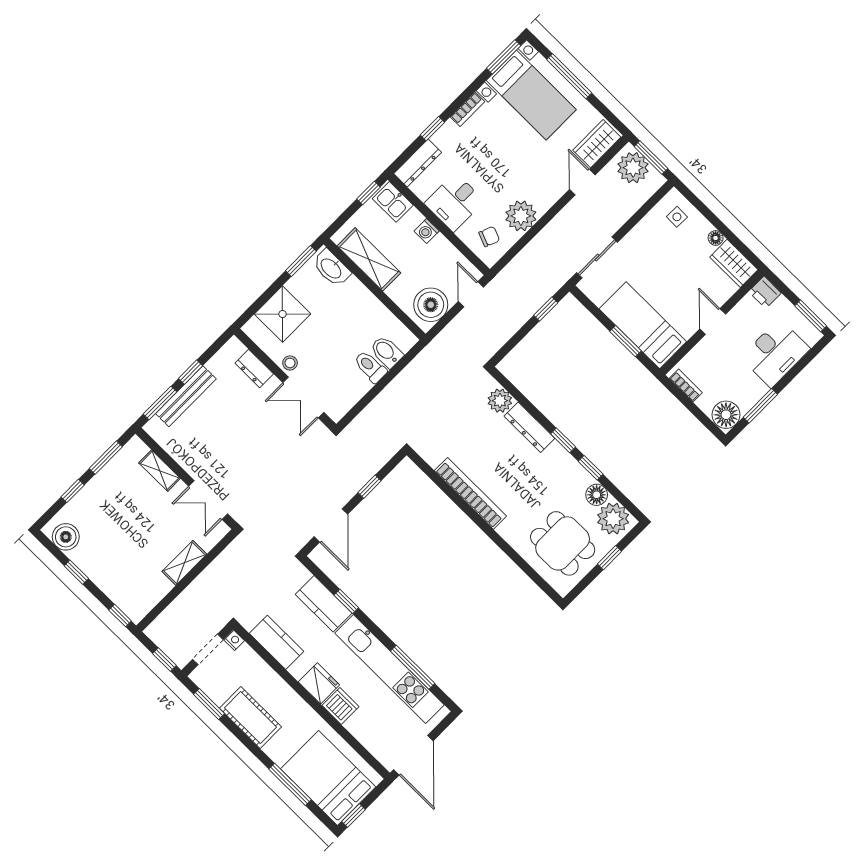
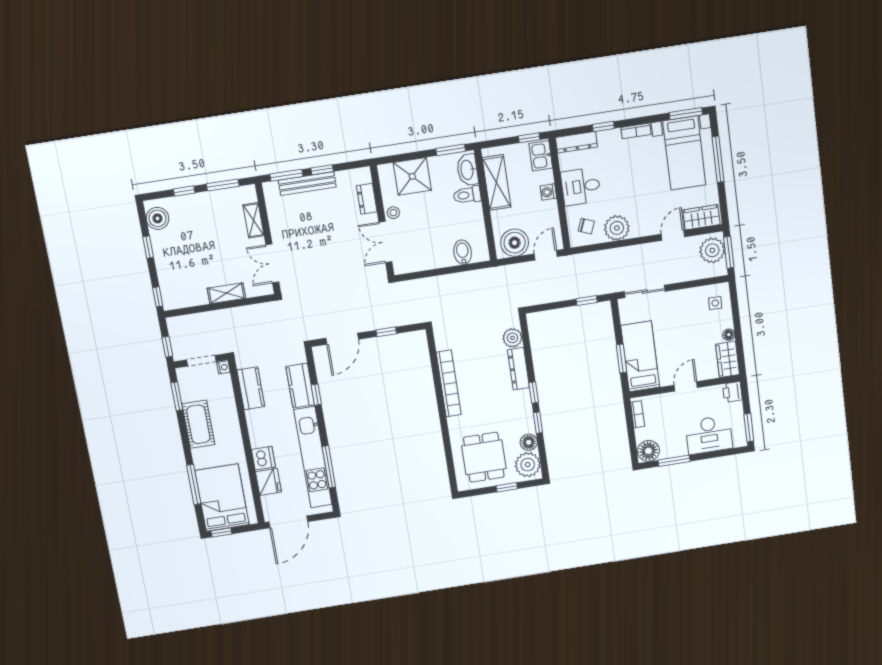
toilet: (370, 367) -> (467, 195), moved, turned -90
fridge: (319, 683) -> (268, 482), moved

